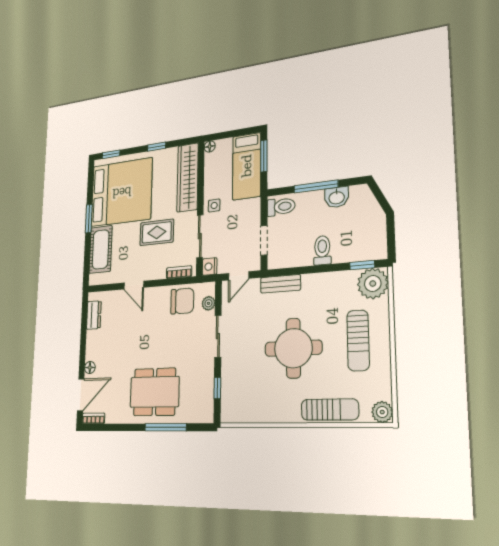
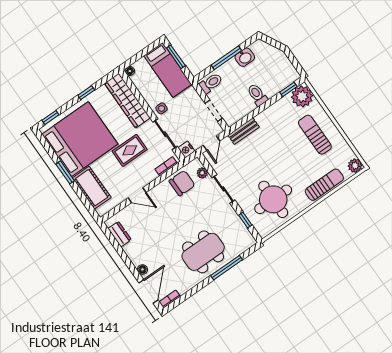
sun lounger: (358, 340) -> (315, 135), turned 180
round table: (293, 348) -> (273, 199), moved

